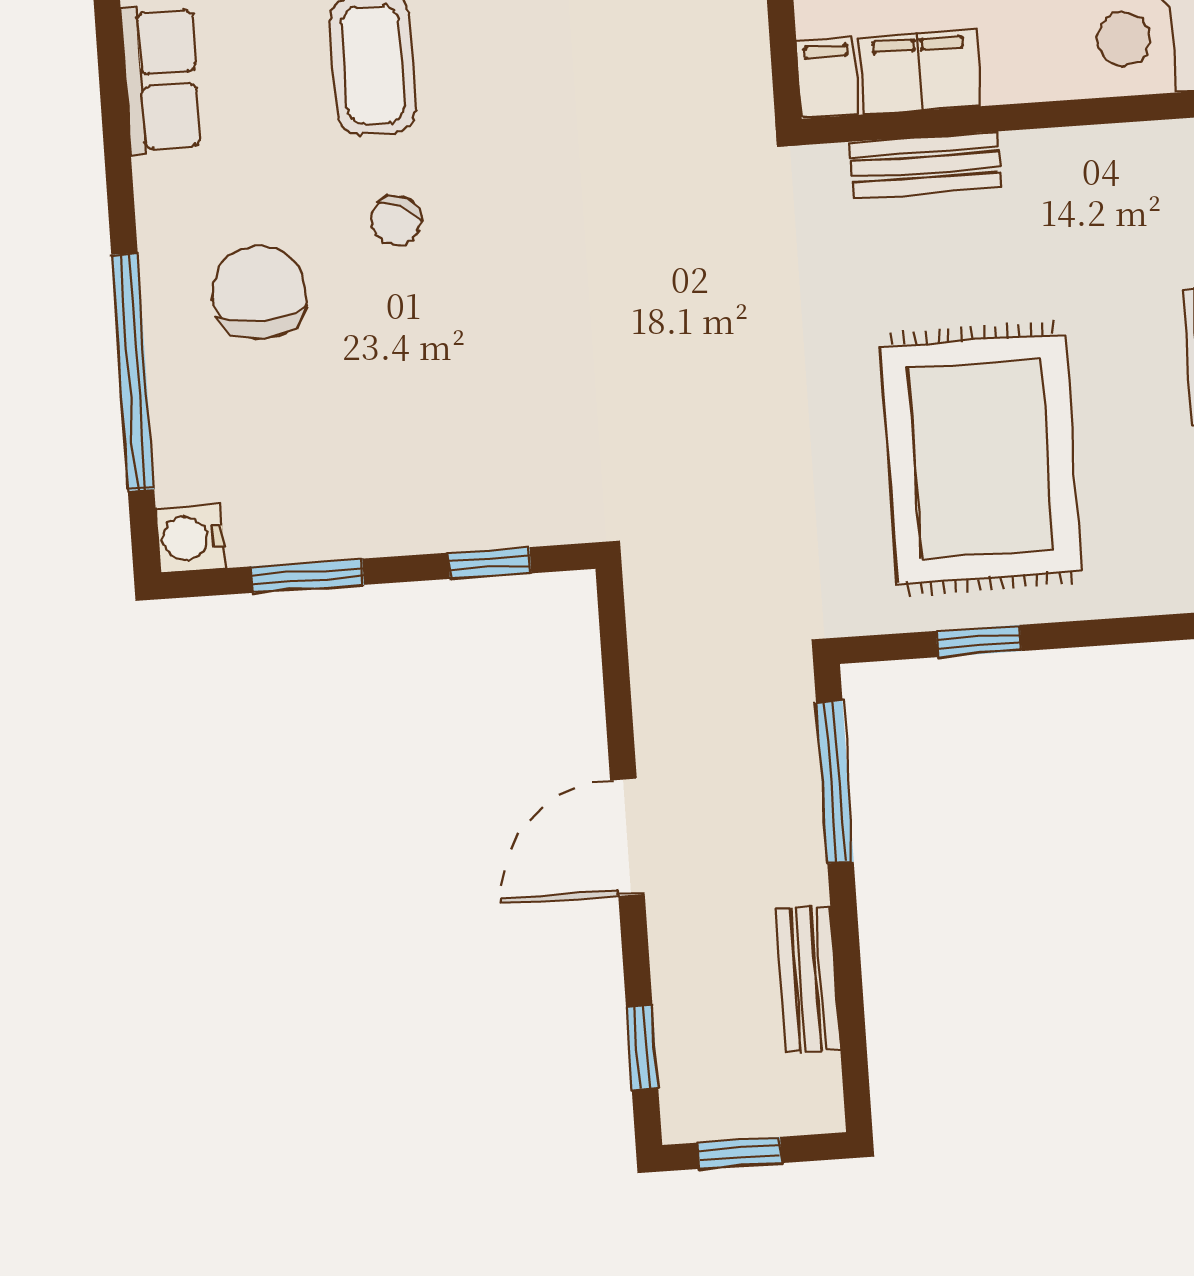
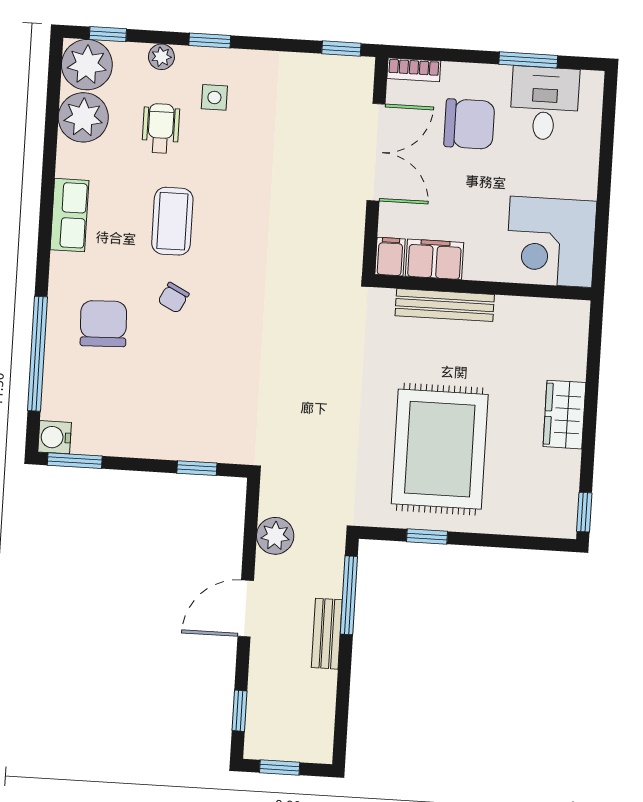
bench: (926, 165) -> (445, 305), width x1.36
window: (307, 576) -> (75, 461), moved
plant: (668, 680) -> (275, 536), added
bench: (808, 979) -> (327, 634), moved

